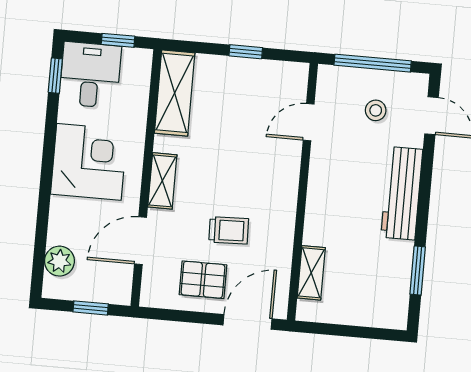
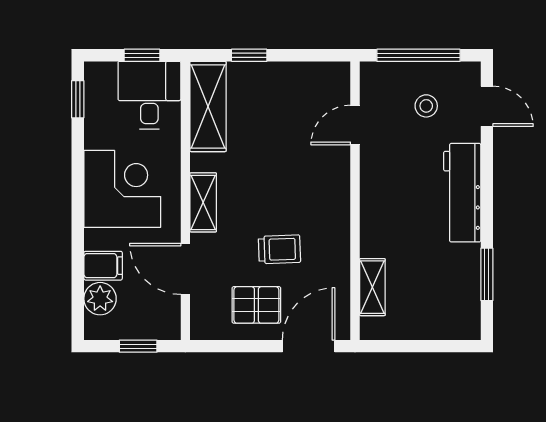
window: (246, 52) -> (249, 55), moved
desk: (90, 75) -> (149, 95), moved
filing cabinet: (65, 231) -> (103, 266), added
door: (140, 241) -> (185, 269), hinge flipped

